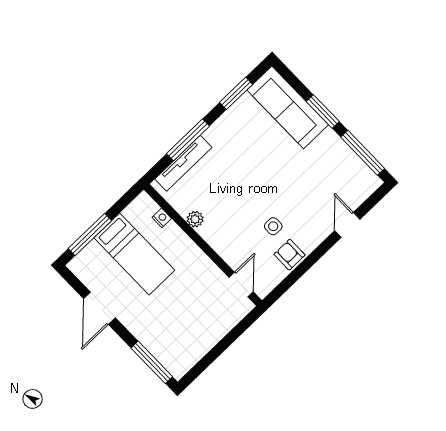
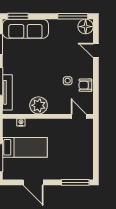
window: (323, 111) -> (18, 16), moved
floor lamp: (365, 182) -> (86, 27), added
plant: (195, 219) -> (39, 105), width x1.88, depth x1.88

